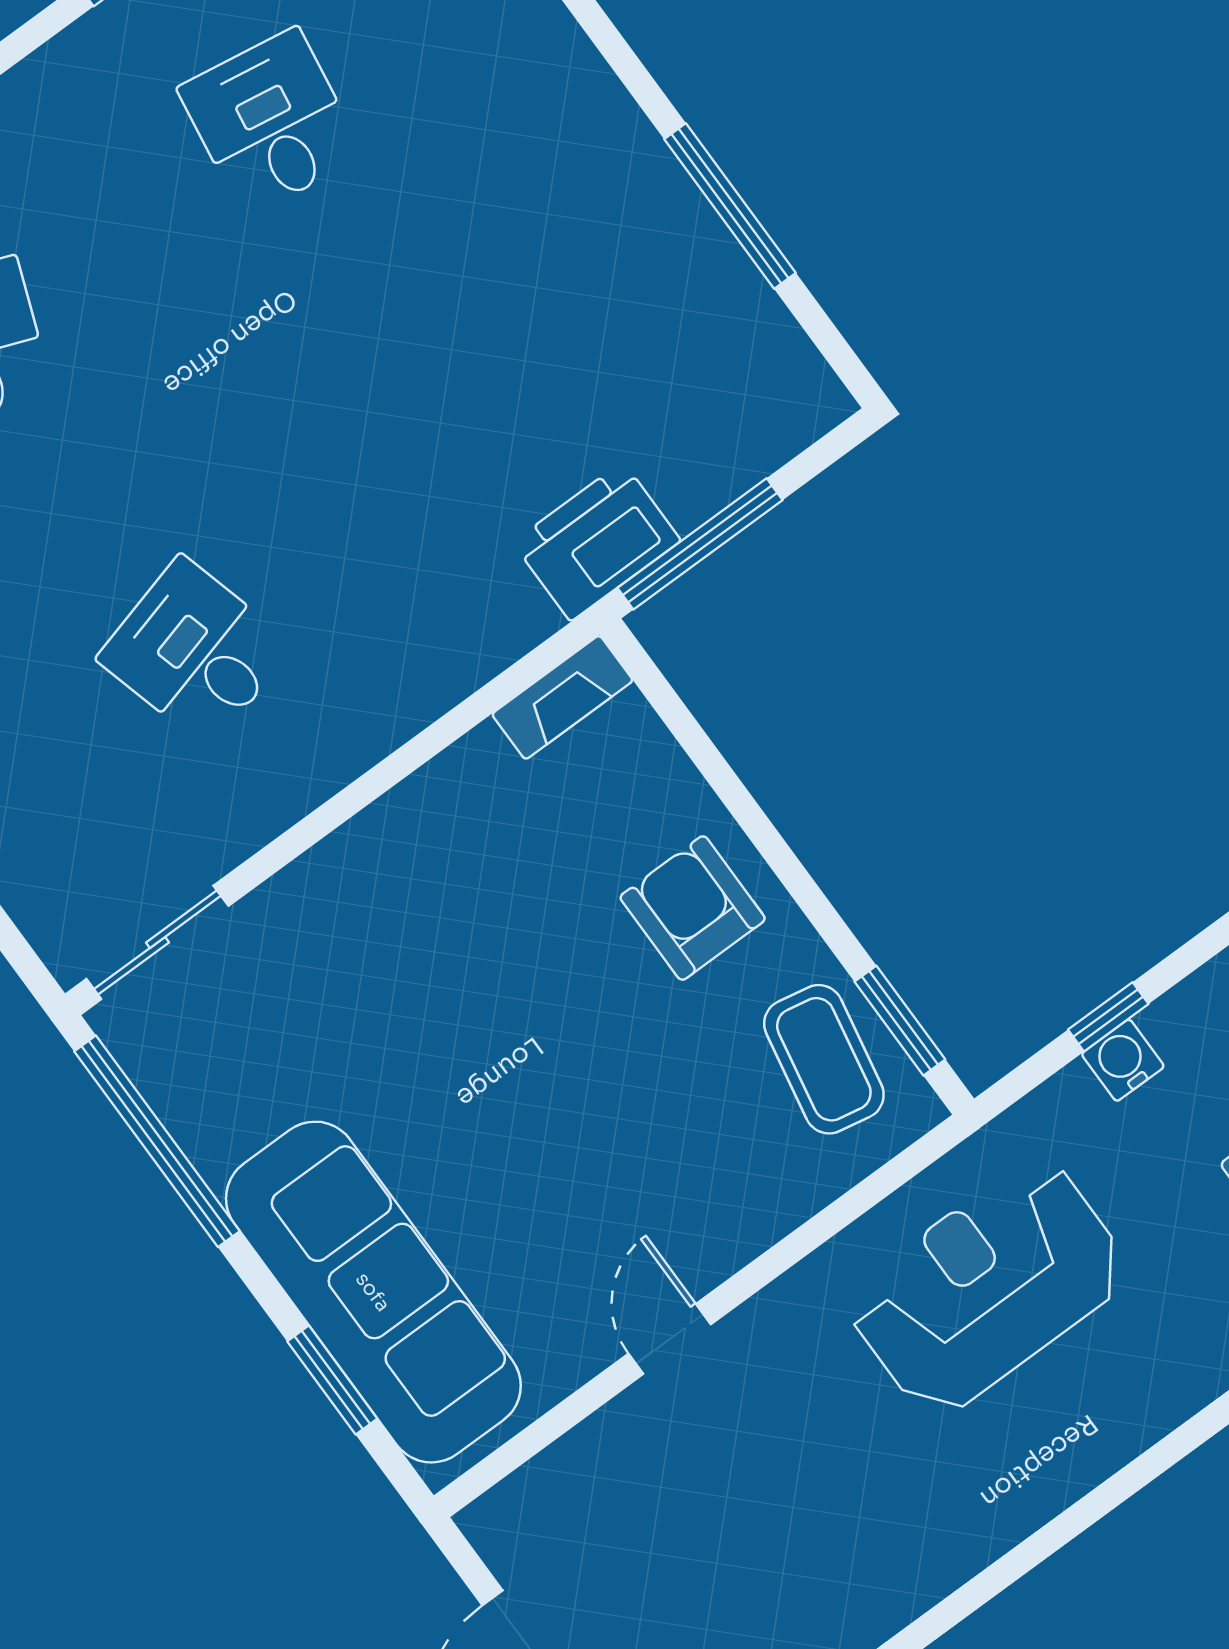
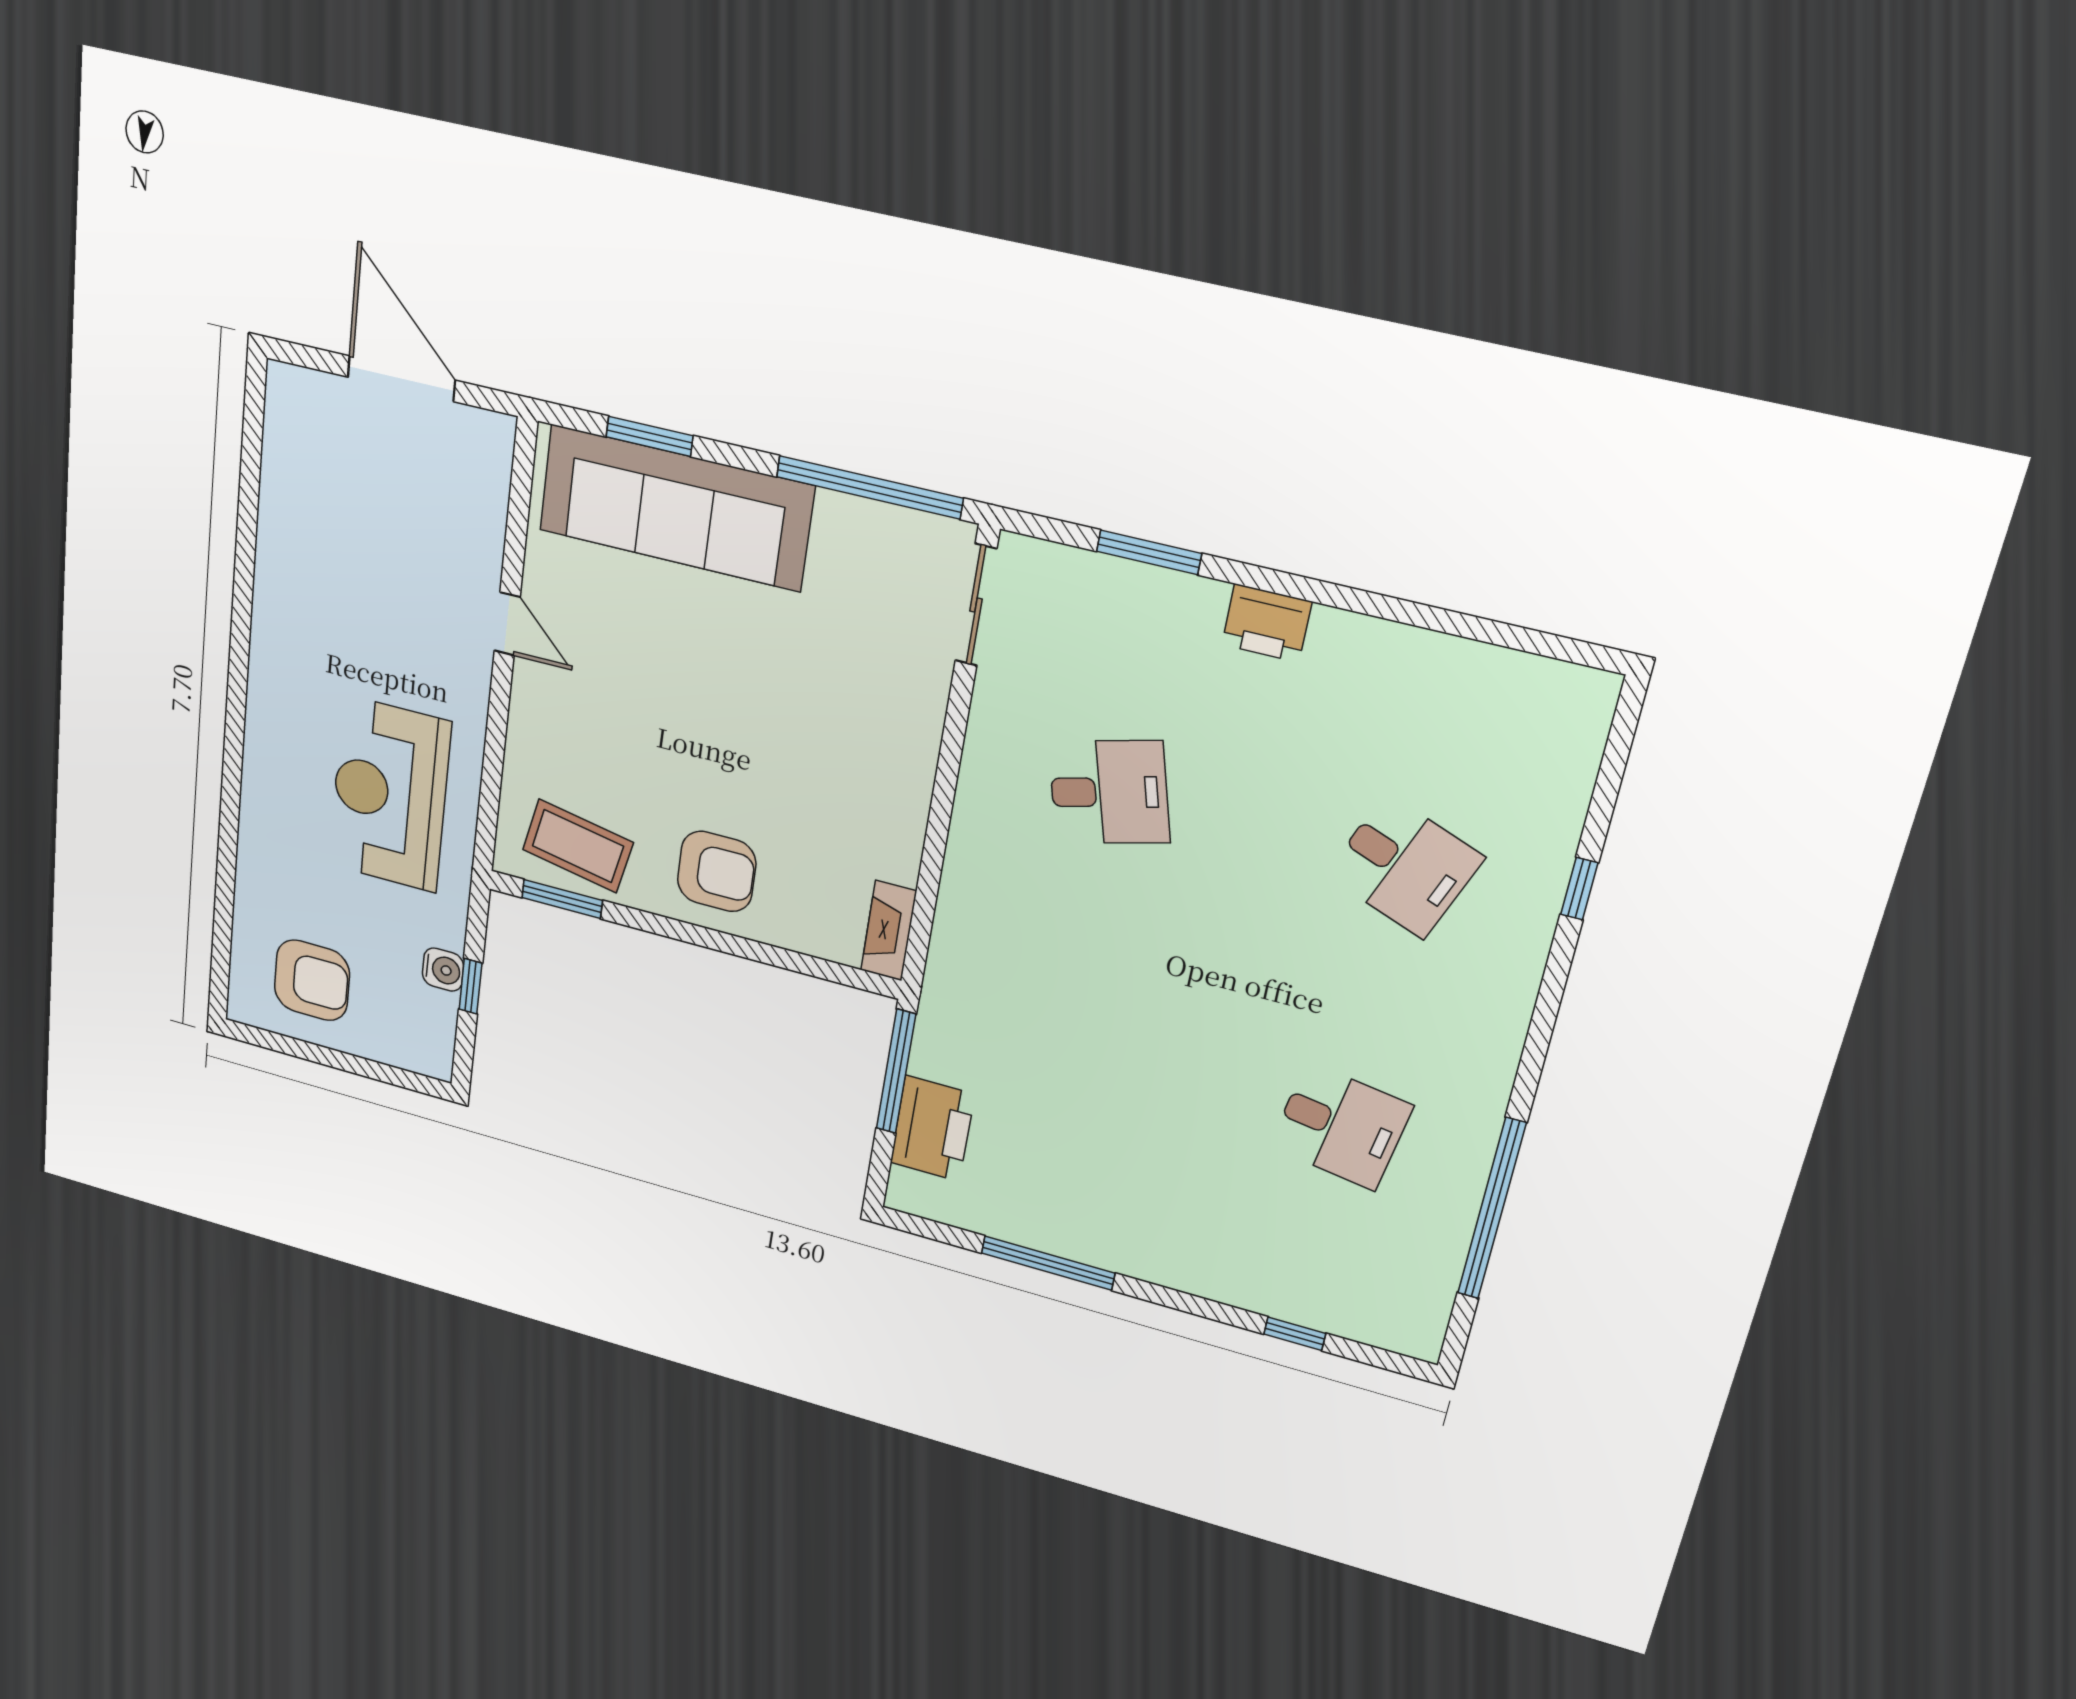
printer: (597, 542) -> (932, 1128), moved
reception desk: (988, 1287) -> (390, 794), turned 180

